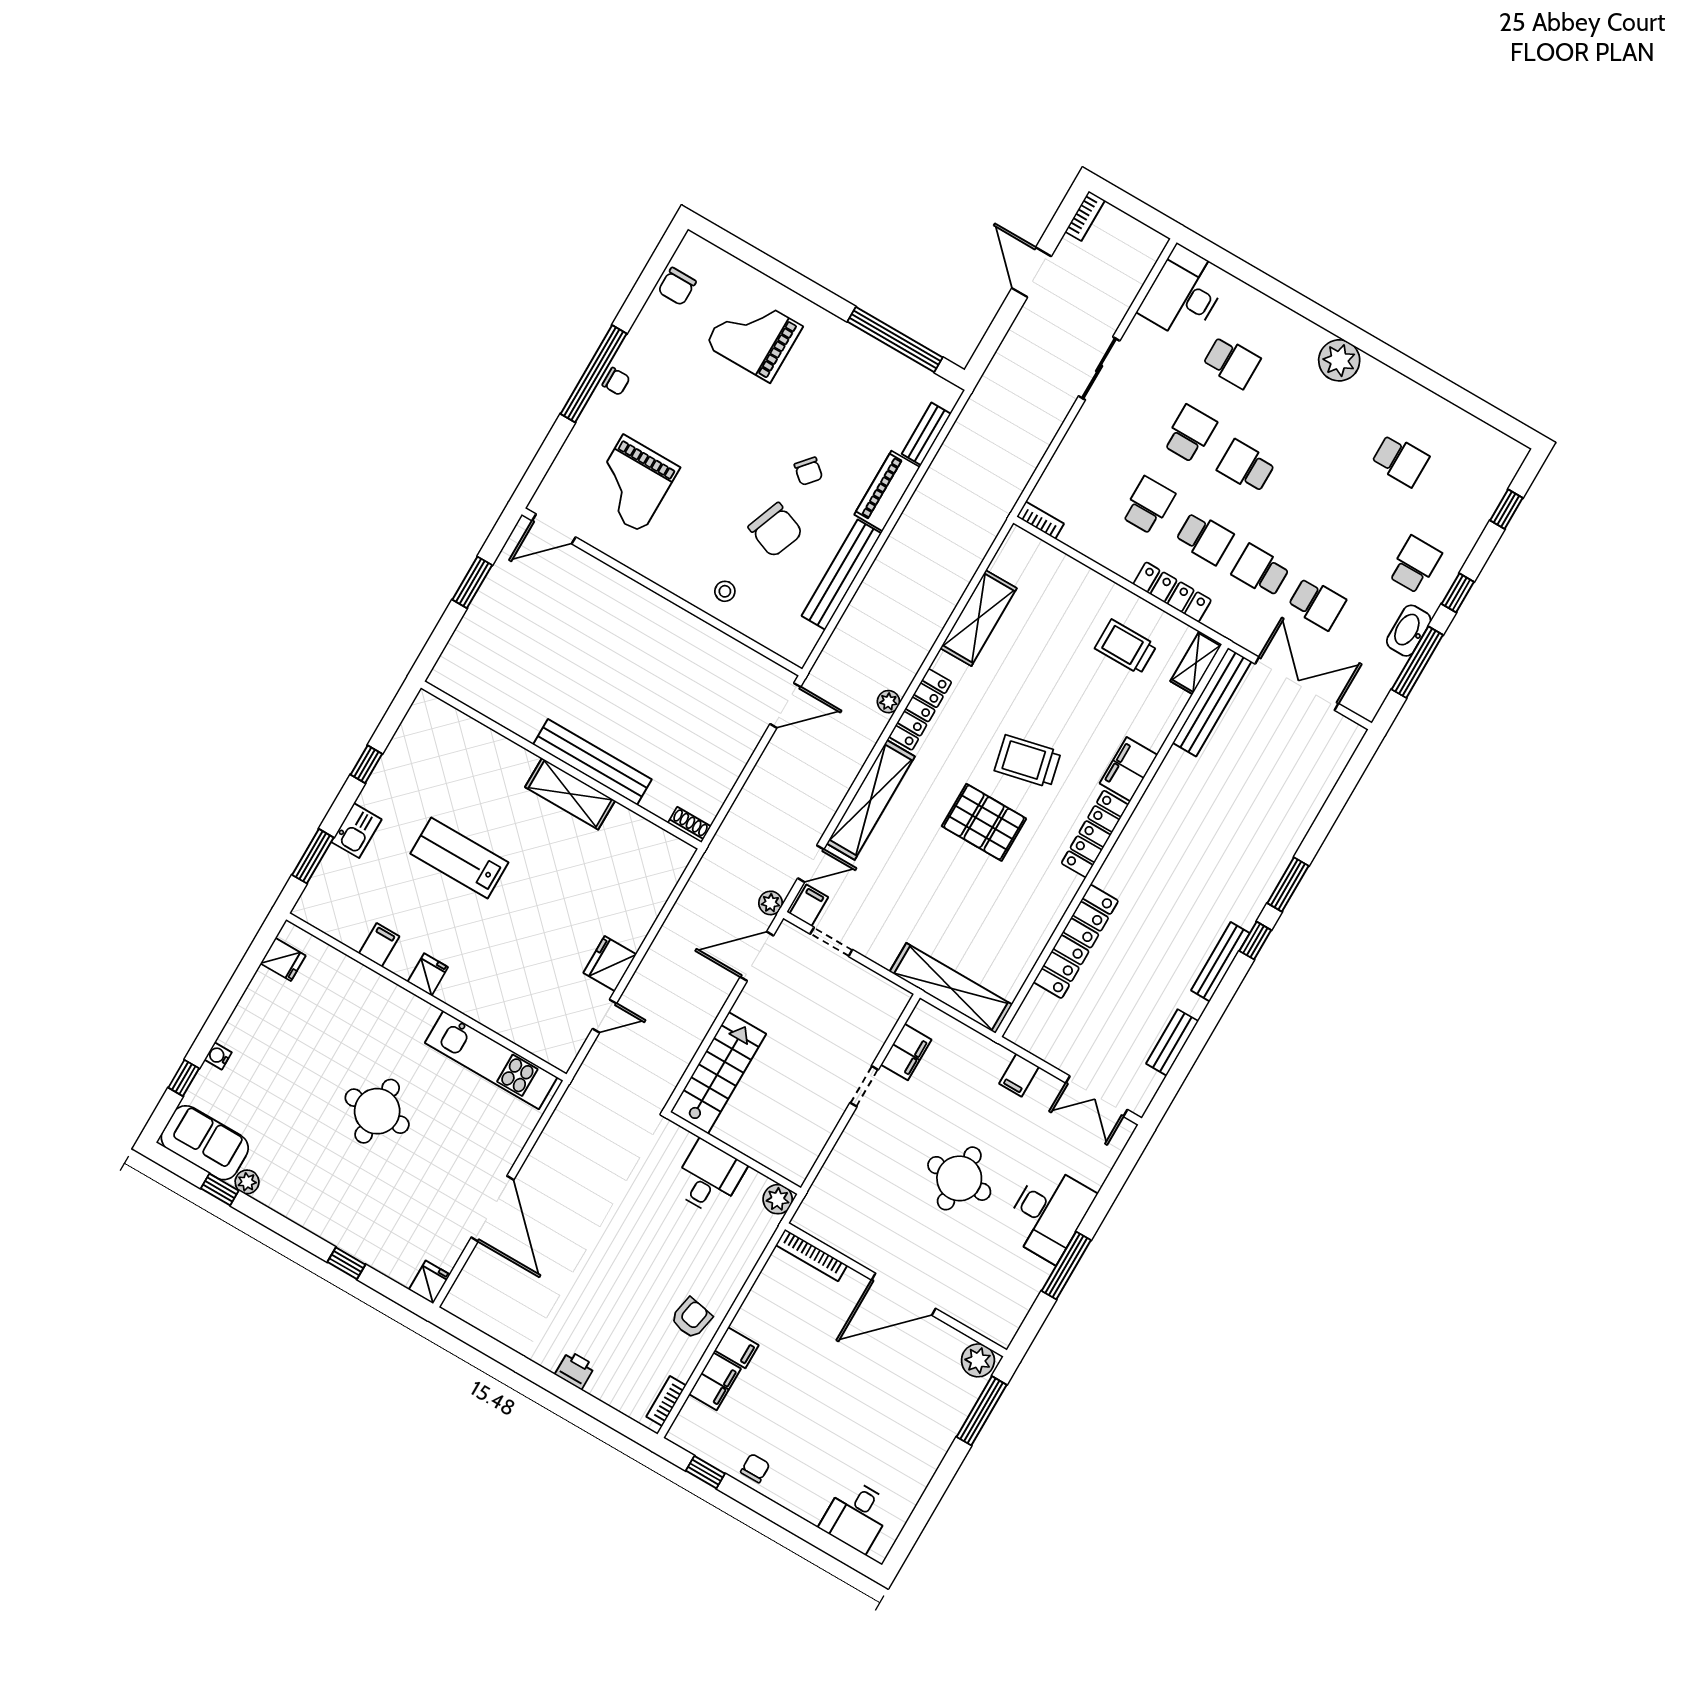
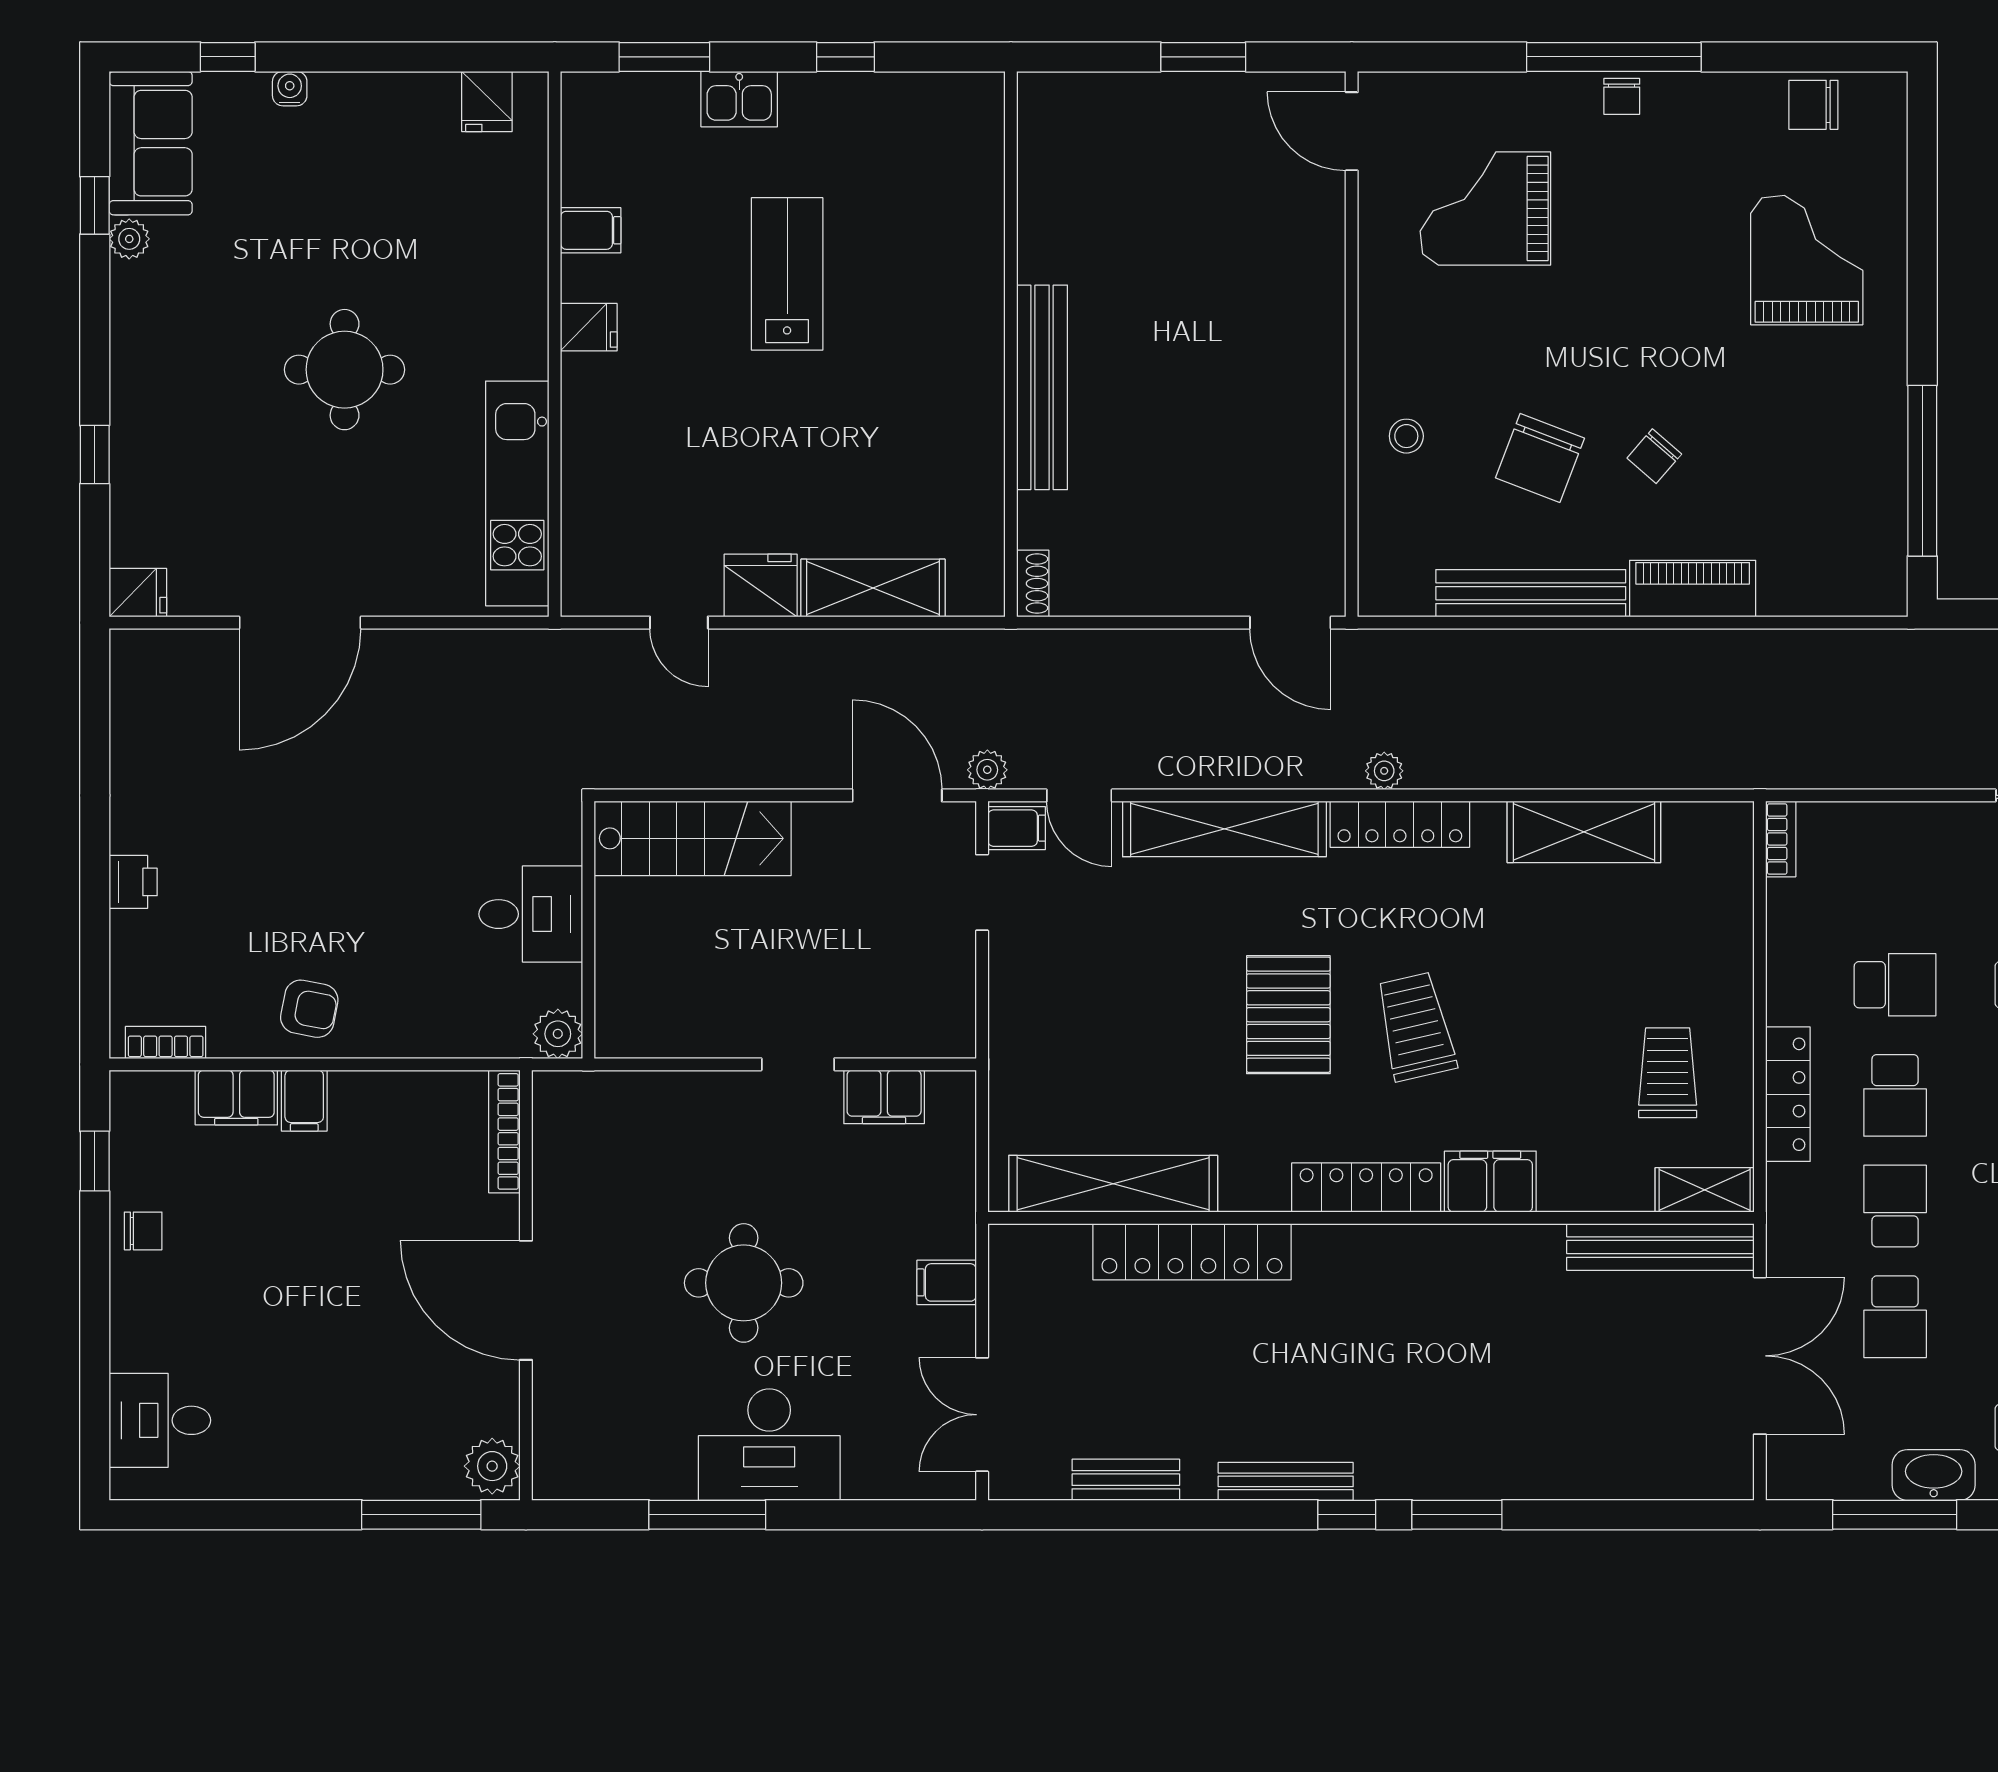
bench: (926, 434) -> (1810, 597), removed
shelving: (570, 794) -> (873, 588), moved, turned 90
shelving: (951, 988) -> (1113, 1184), moved, turned 90

